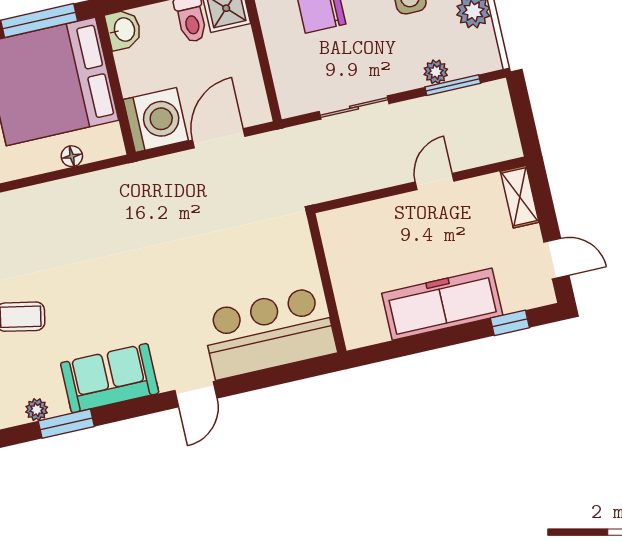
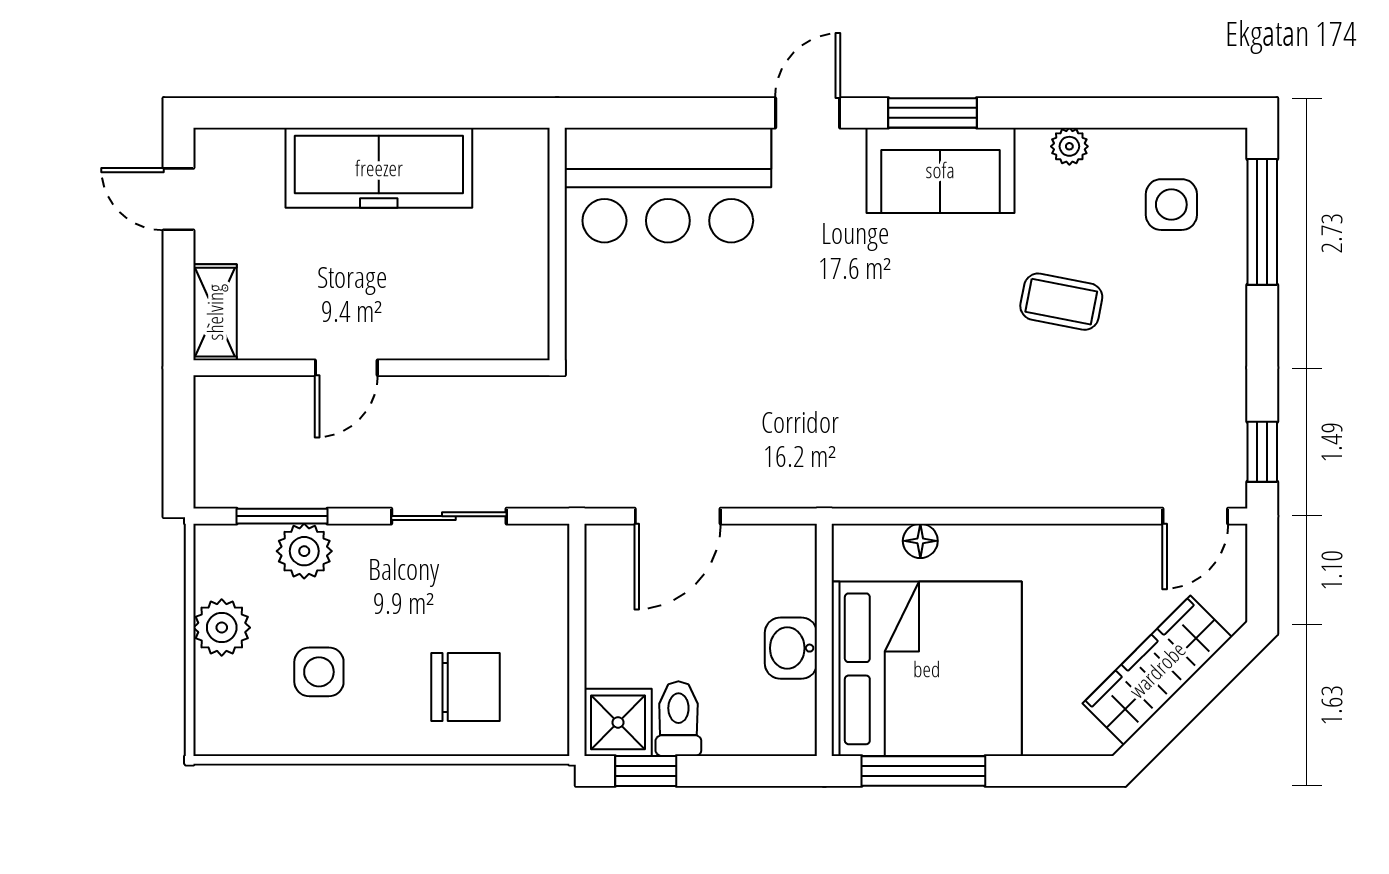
washbasin: (124, 30) -> (791, 648), moved
plant: (436, 72) -> (304, 551), width x1.38, depth x1.38
washing machine: (156, 120) -> (772, 568), removed
window: (510, 323) -> (277, 113), removed
window: (66, 424) -> (932, 113), moved

